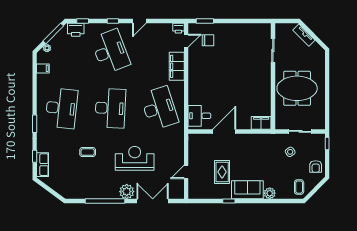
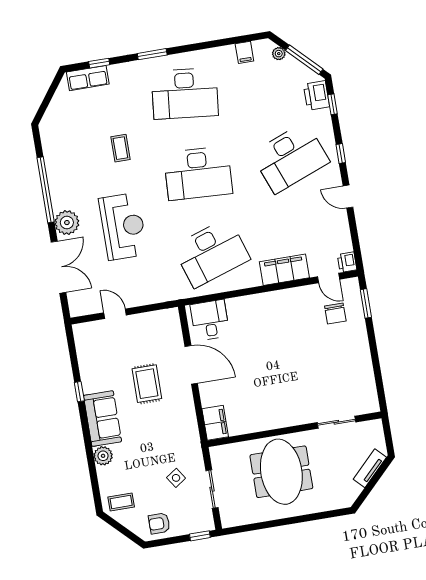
rug: (222, 172) -> (147, 384), moved, turned 90

